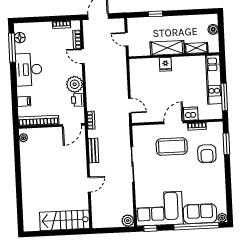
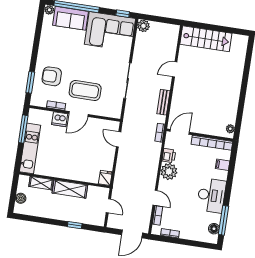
fridge: (165, 64) -> (105, 178), moved
armchair: (207, 154) -> (52, 76), turned -90

